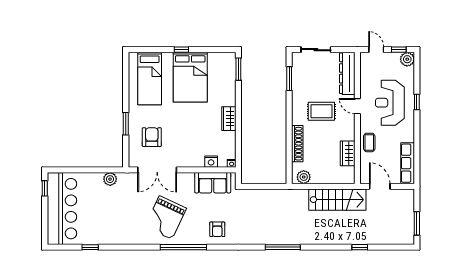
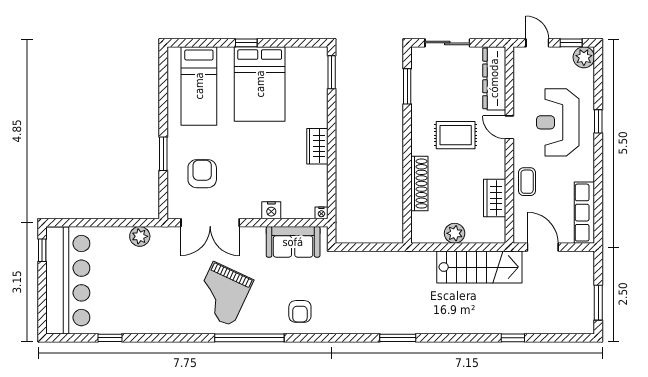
nightstand: (211, 162) -> (271, 210), moved
plant: (304, 177) -> (455, 233), moved
window: (283, 247) -> (398, 338), width x0.69

